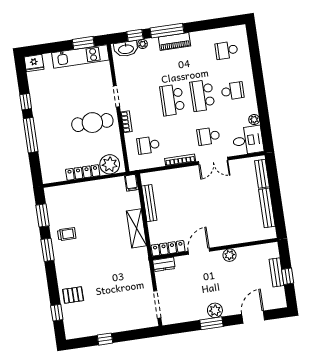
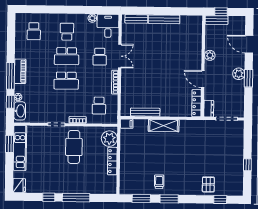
locker: (168, 248) -> (196, 103), moved
wall: (215, 249) -> (203, 66), moved
door: (199, 251) -> (203, 79), moved
plant: (229, 255) -> (210, 55), moved
dresser: (164, 264) -> (209, 109), moved

